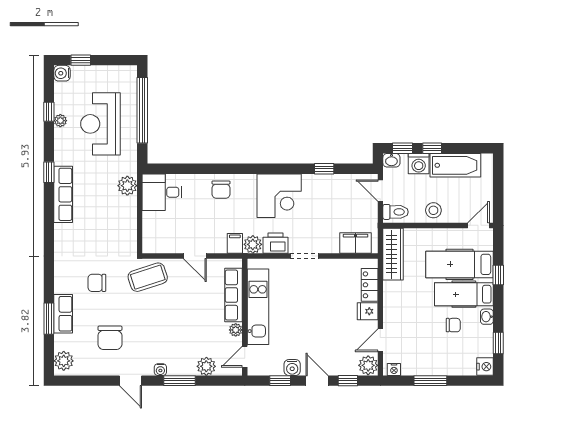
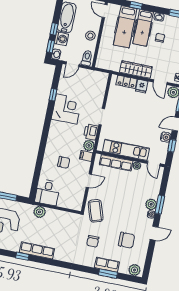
chair: (221, 190) -> (64, 162), moved
corner desk: (279, 196) -> (67, 109), moved
filing cabinet: (356, 243) -> (100, 85), removed
wardrobe: (393, 254) -> (136, 70), moved
plant: (206, 366) -> (151, 204), moved

